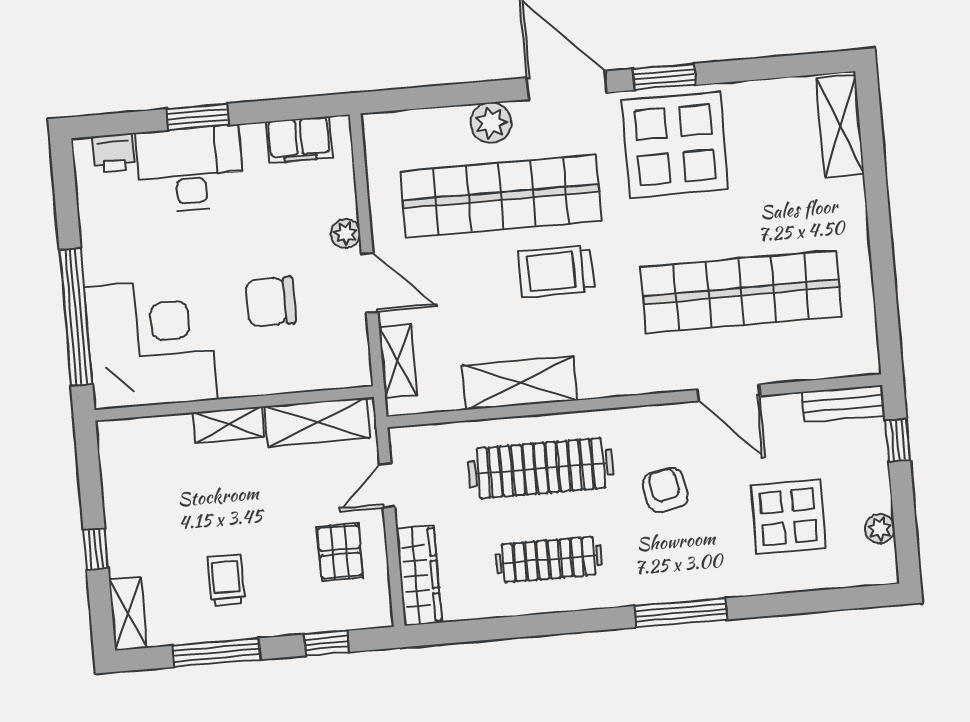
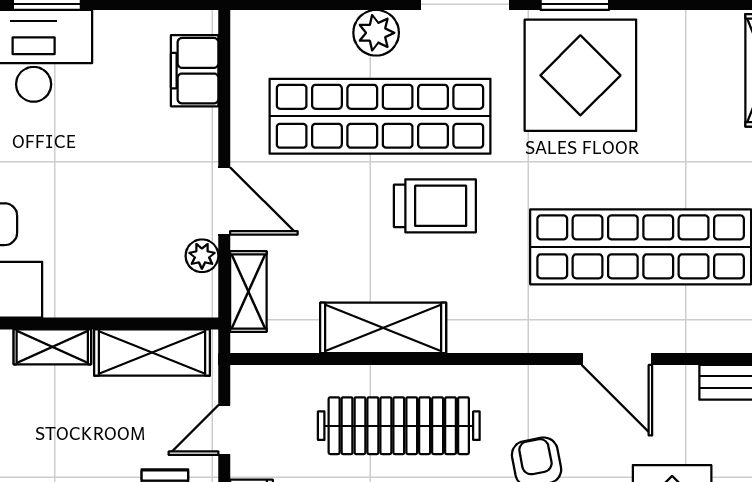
filing cabinet: (299, 140) -> (195, 71), moved, turned 90
plant: (346, 234) -> (202, 256), moved
trolley: (556, 271) -> (435, 206), turned 180
chair: (271, 302) -> (111, 213), removed

